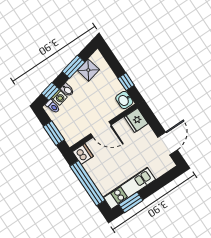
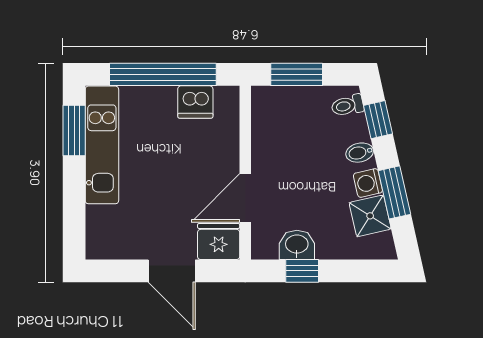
washing machine: (59, 97) -> (368, 183), moved
washbasin: (124, 100) -> (297, 245), moved
door: (101, 129) -> (245, 198), moved
door: (168, 143) -> (172, 271), moved
dishwasher: (83, 154) -> (195, 102), moved

